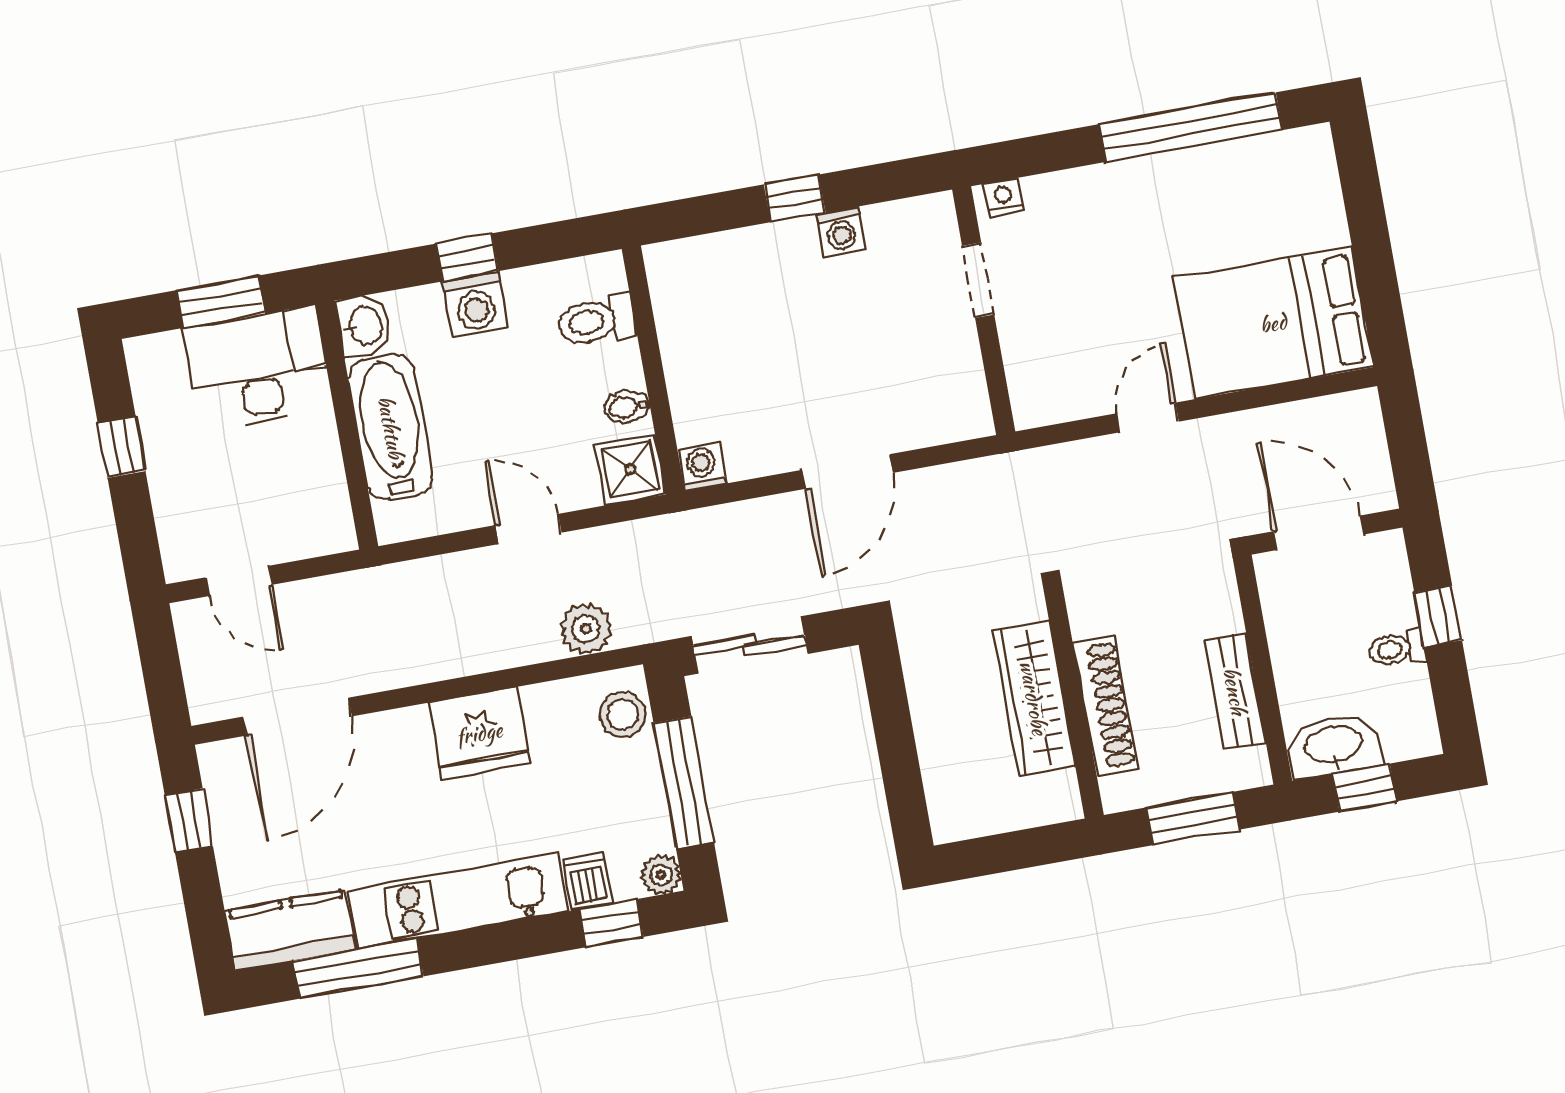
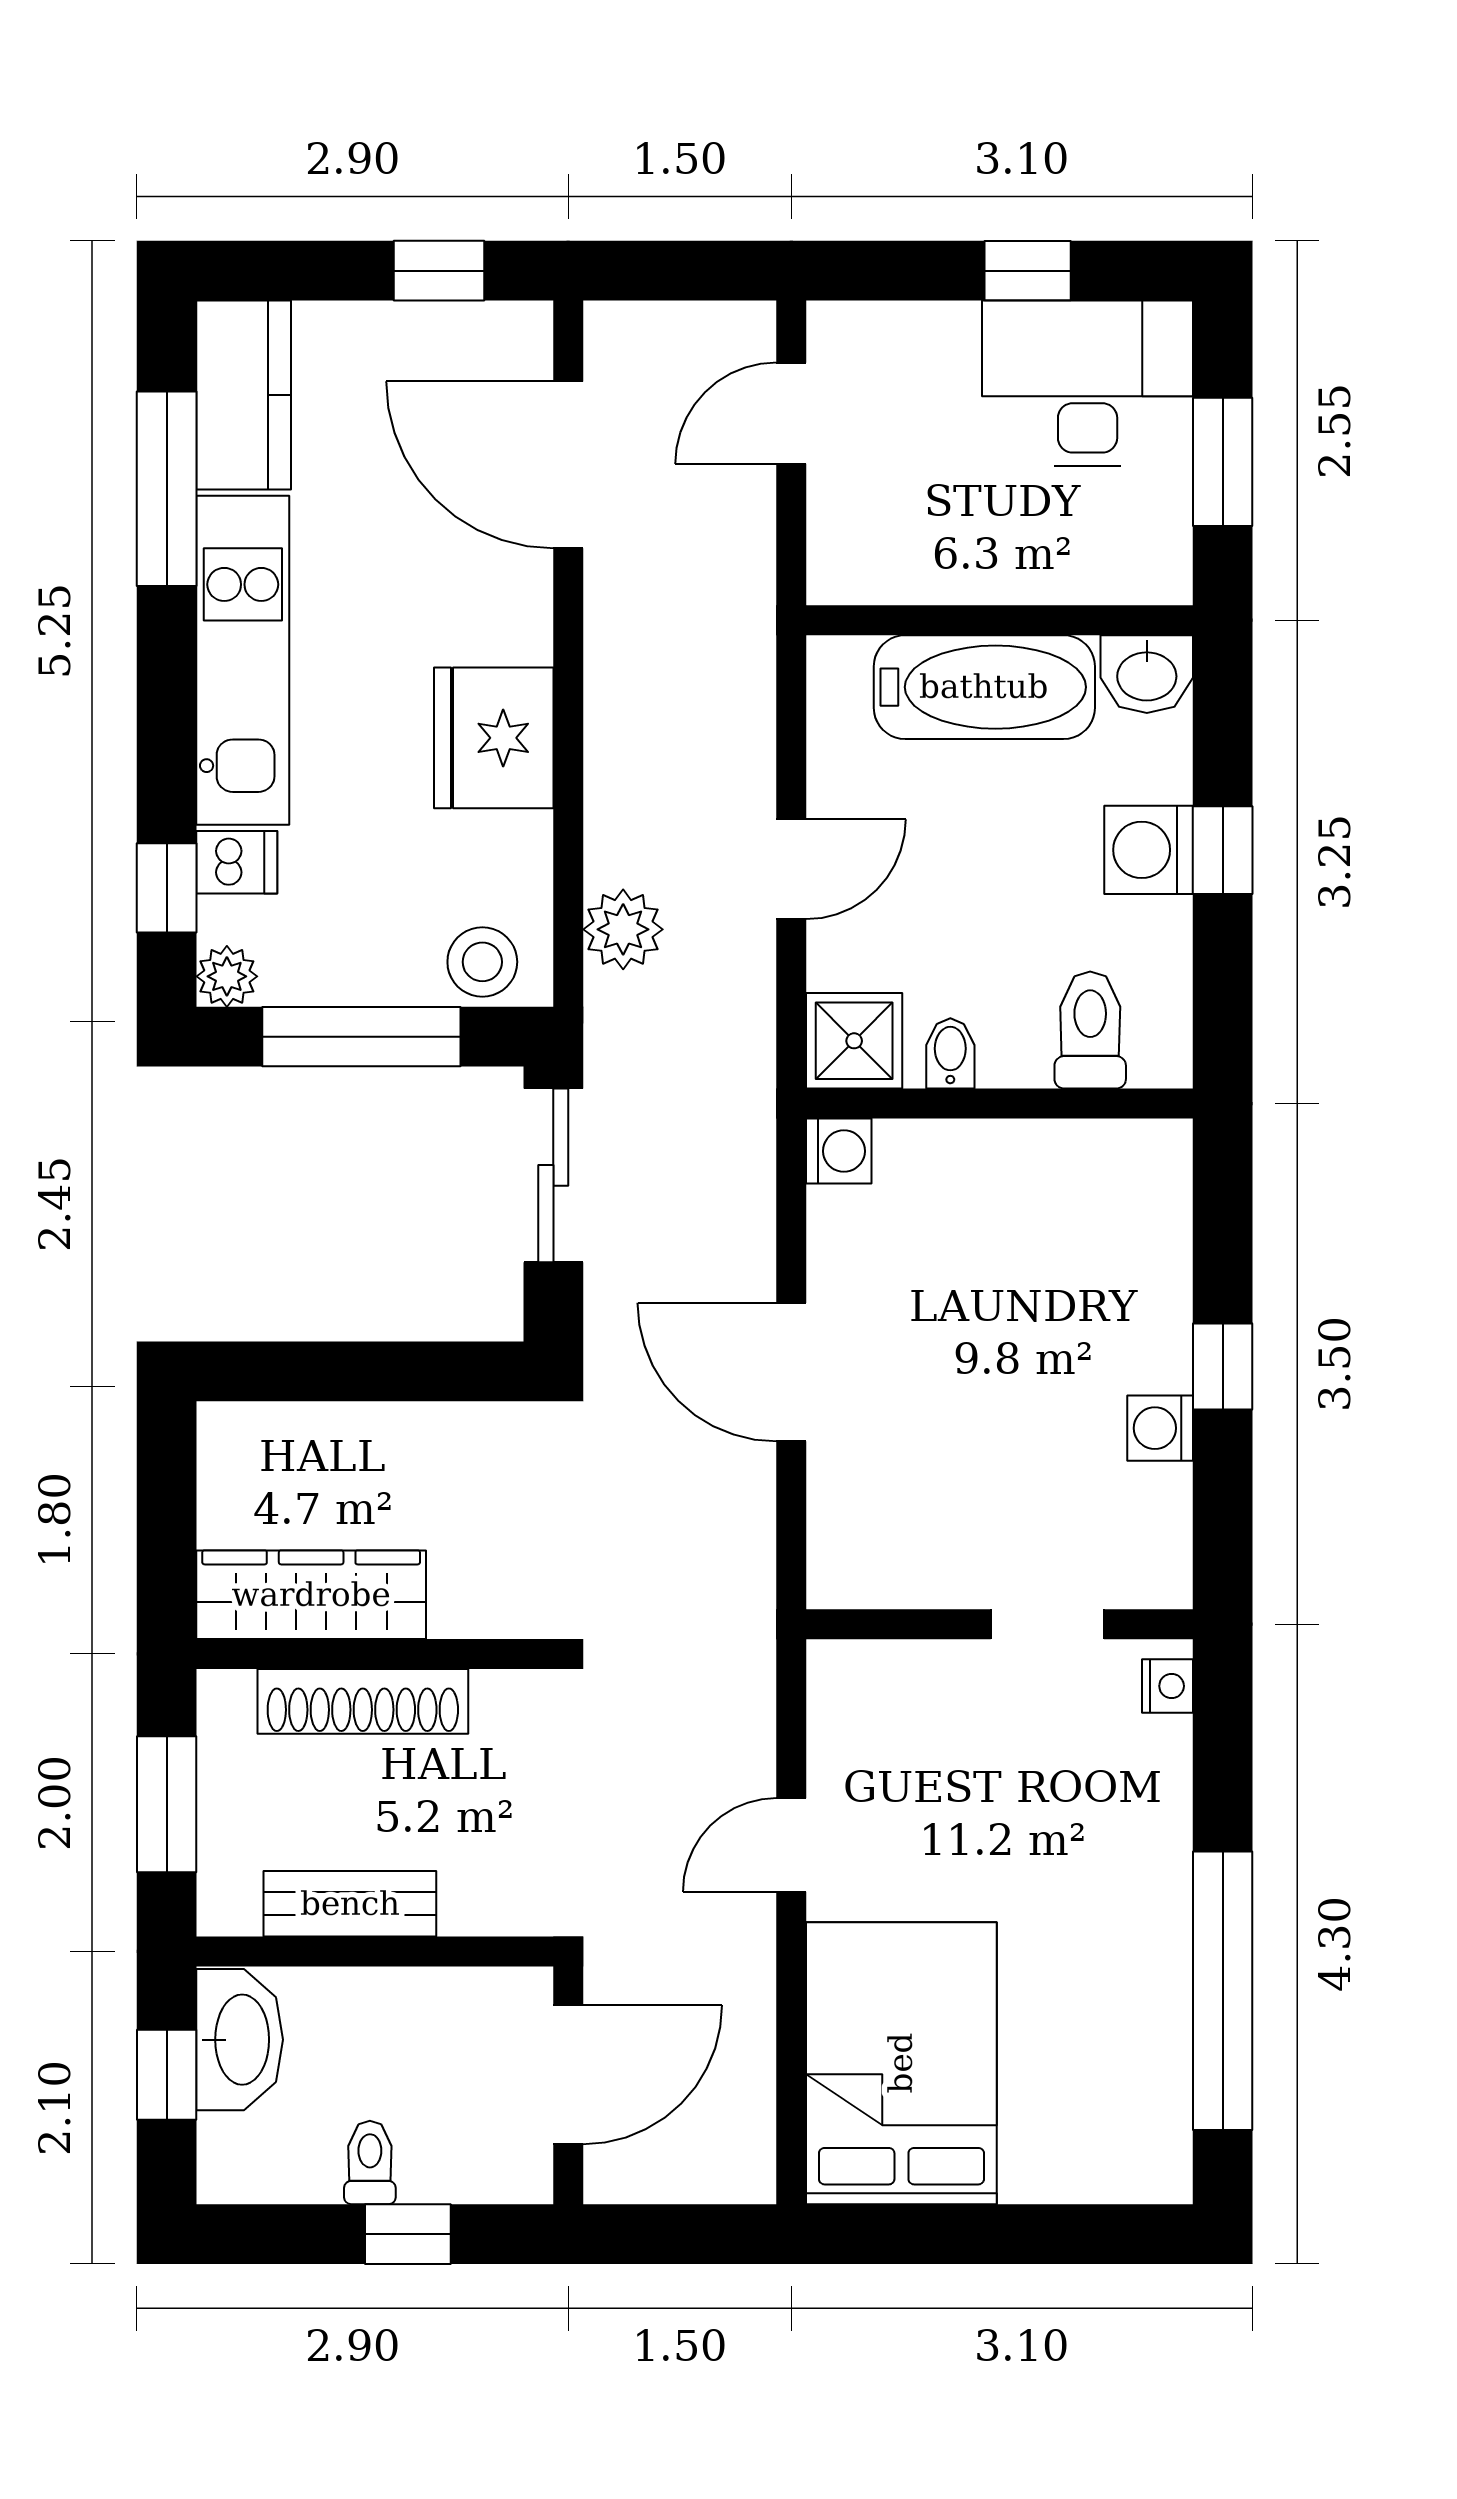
desk: (258, 369) -> (1088, 383), moved, turned -90
door: (1147, 417) -> (791, 1845), swing flipped
wardrobe: (1034, 698) -> (311, 1595), moved

